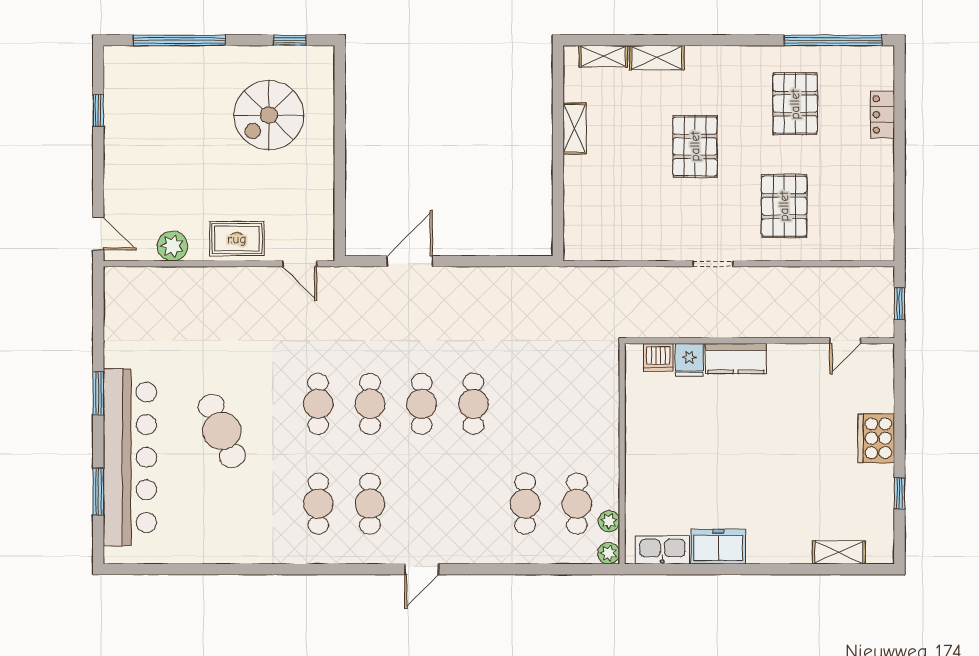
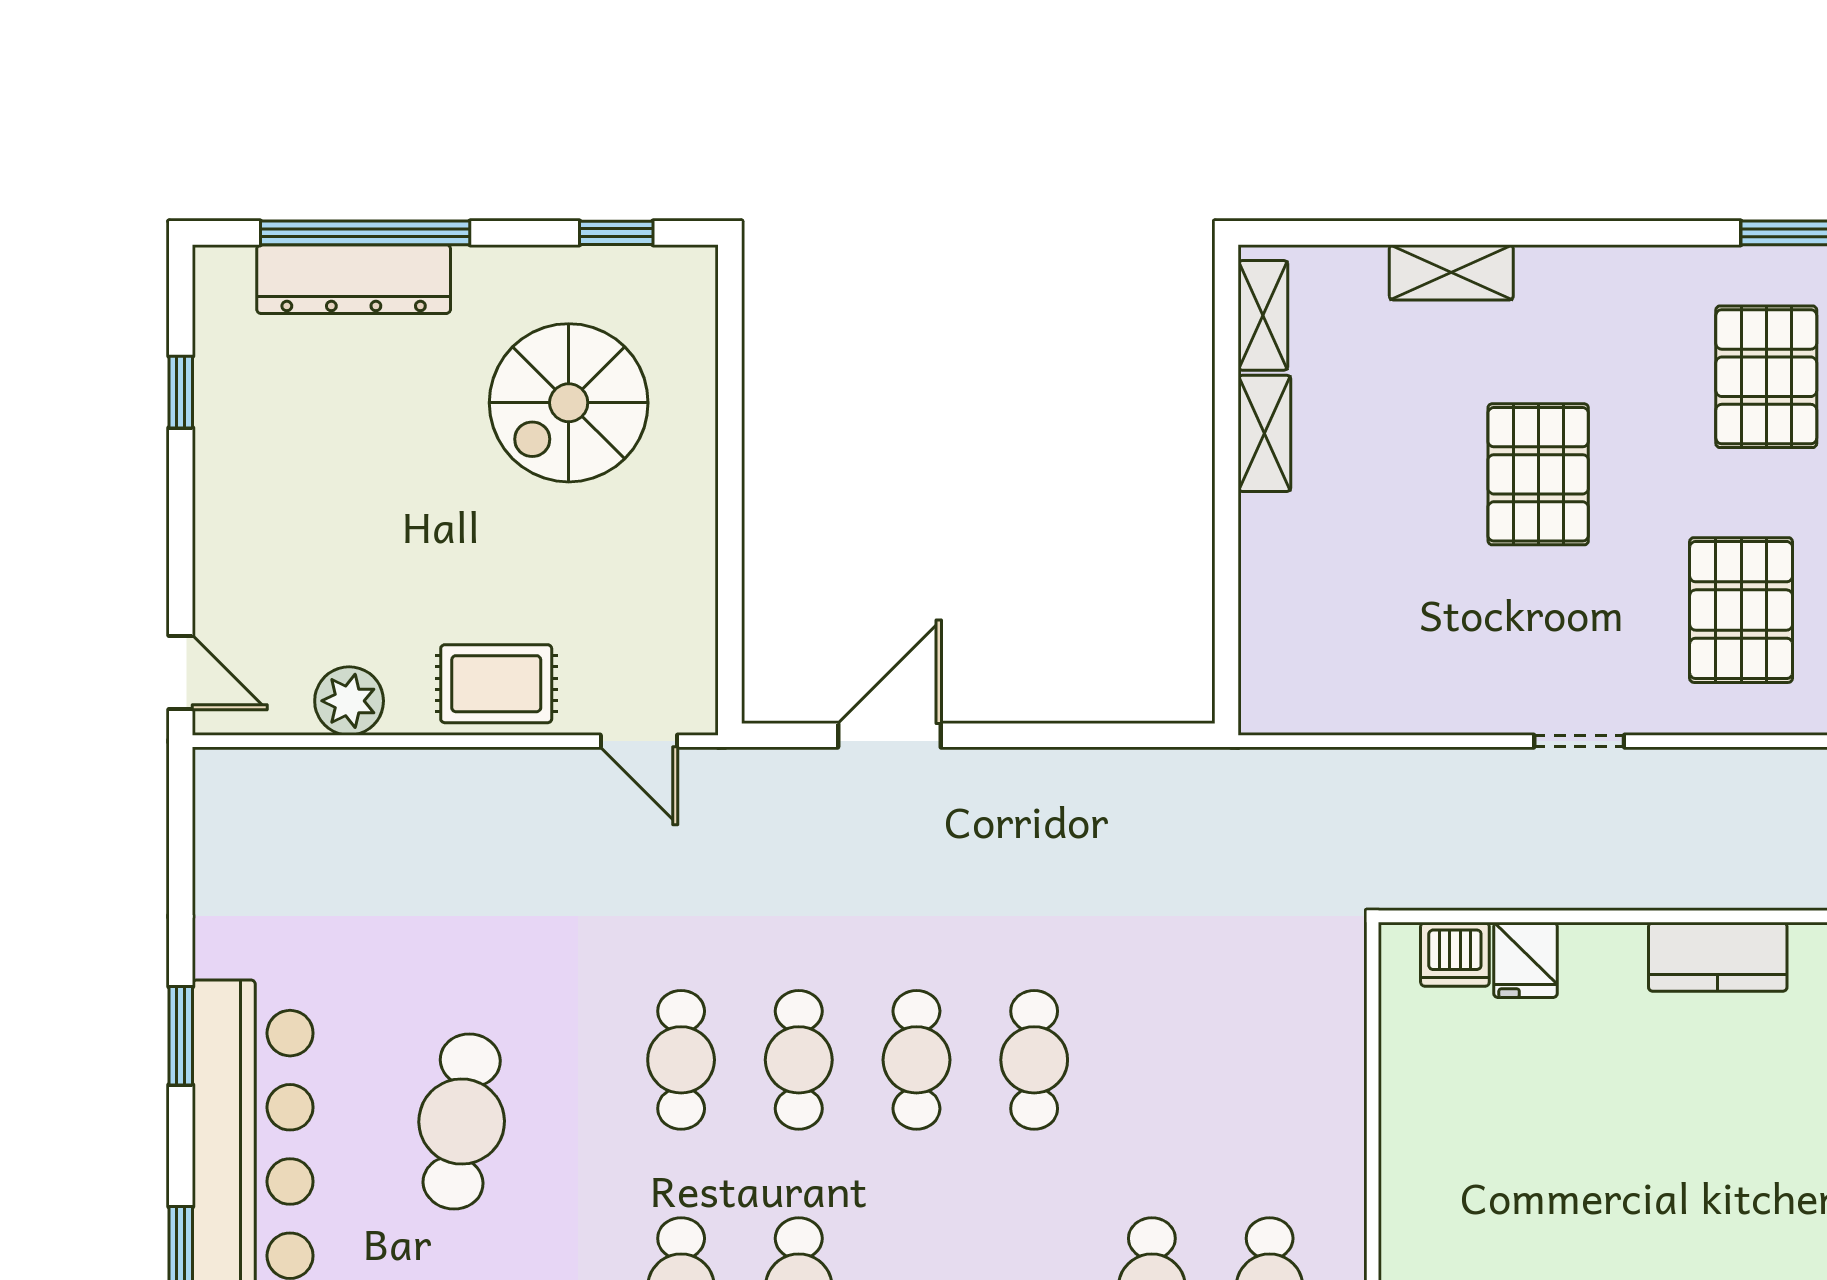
shelving: (603, 56) -> (1263, 315), moved, turned 90
dresser: (174, 61) -> (354, 279), added
kitchen counter: (736, 359) -> (1718, 957), moved
cafe table: (222, 431) -> (462, 1122), turned 31

